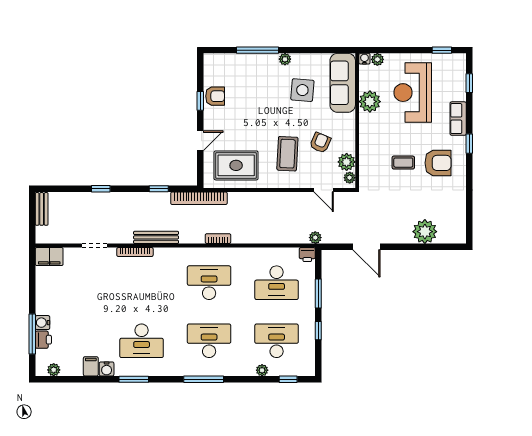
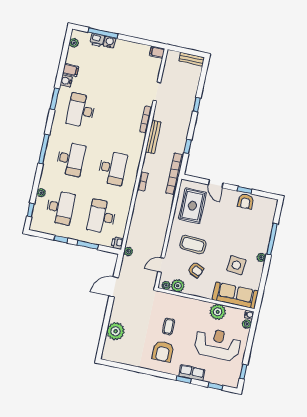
window: (469, 144) -> (184, 379), moved
filing cabinet: (49, 257) -> (157, 52), width x0.50

